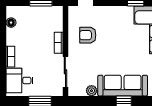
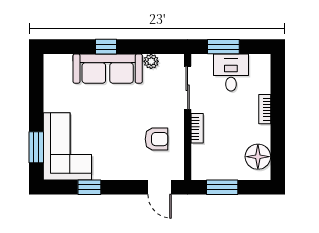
floor lamp: (11, 23) -> (258, 157), width x1.89, depth x1.89
desk: (20, 80) -> (231, 73), moved, turned -90

